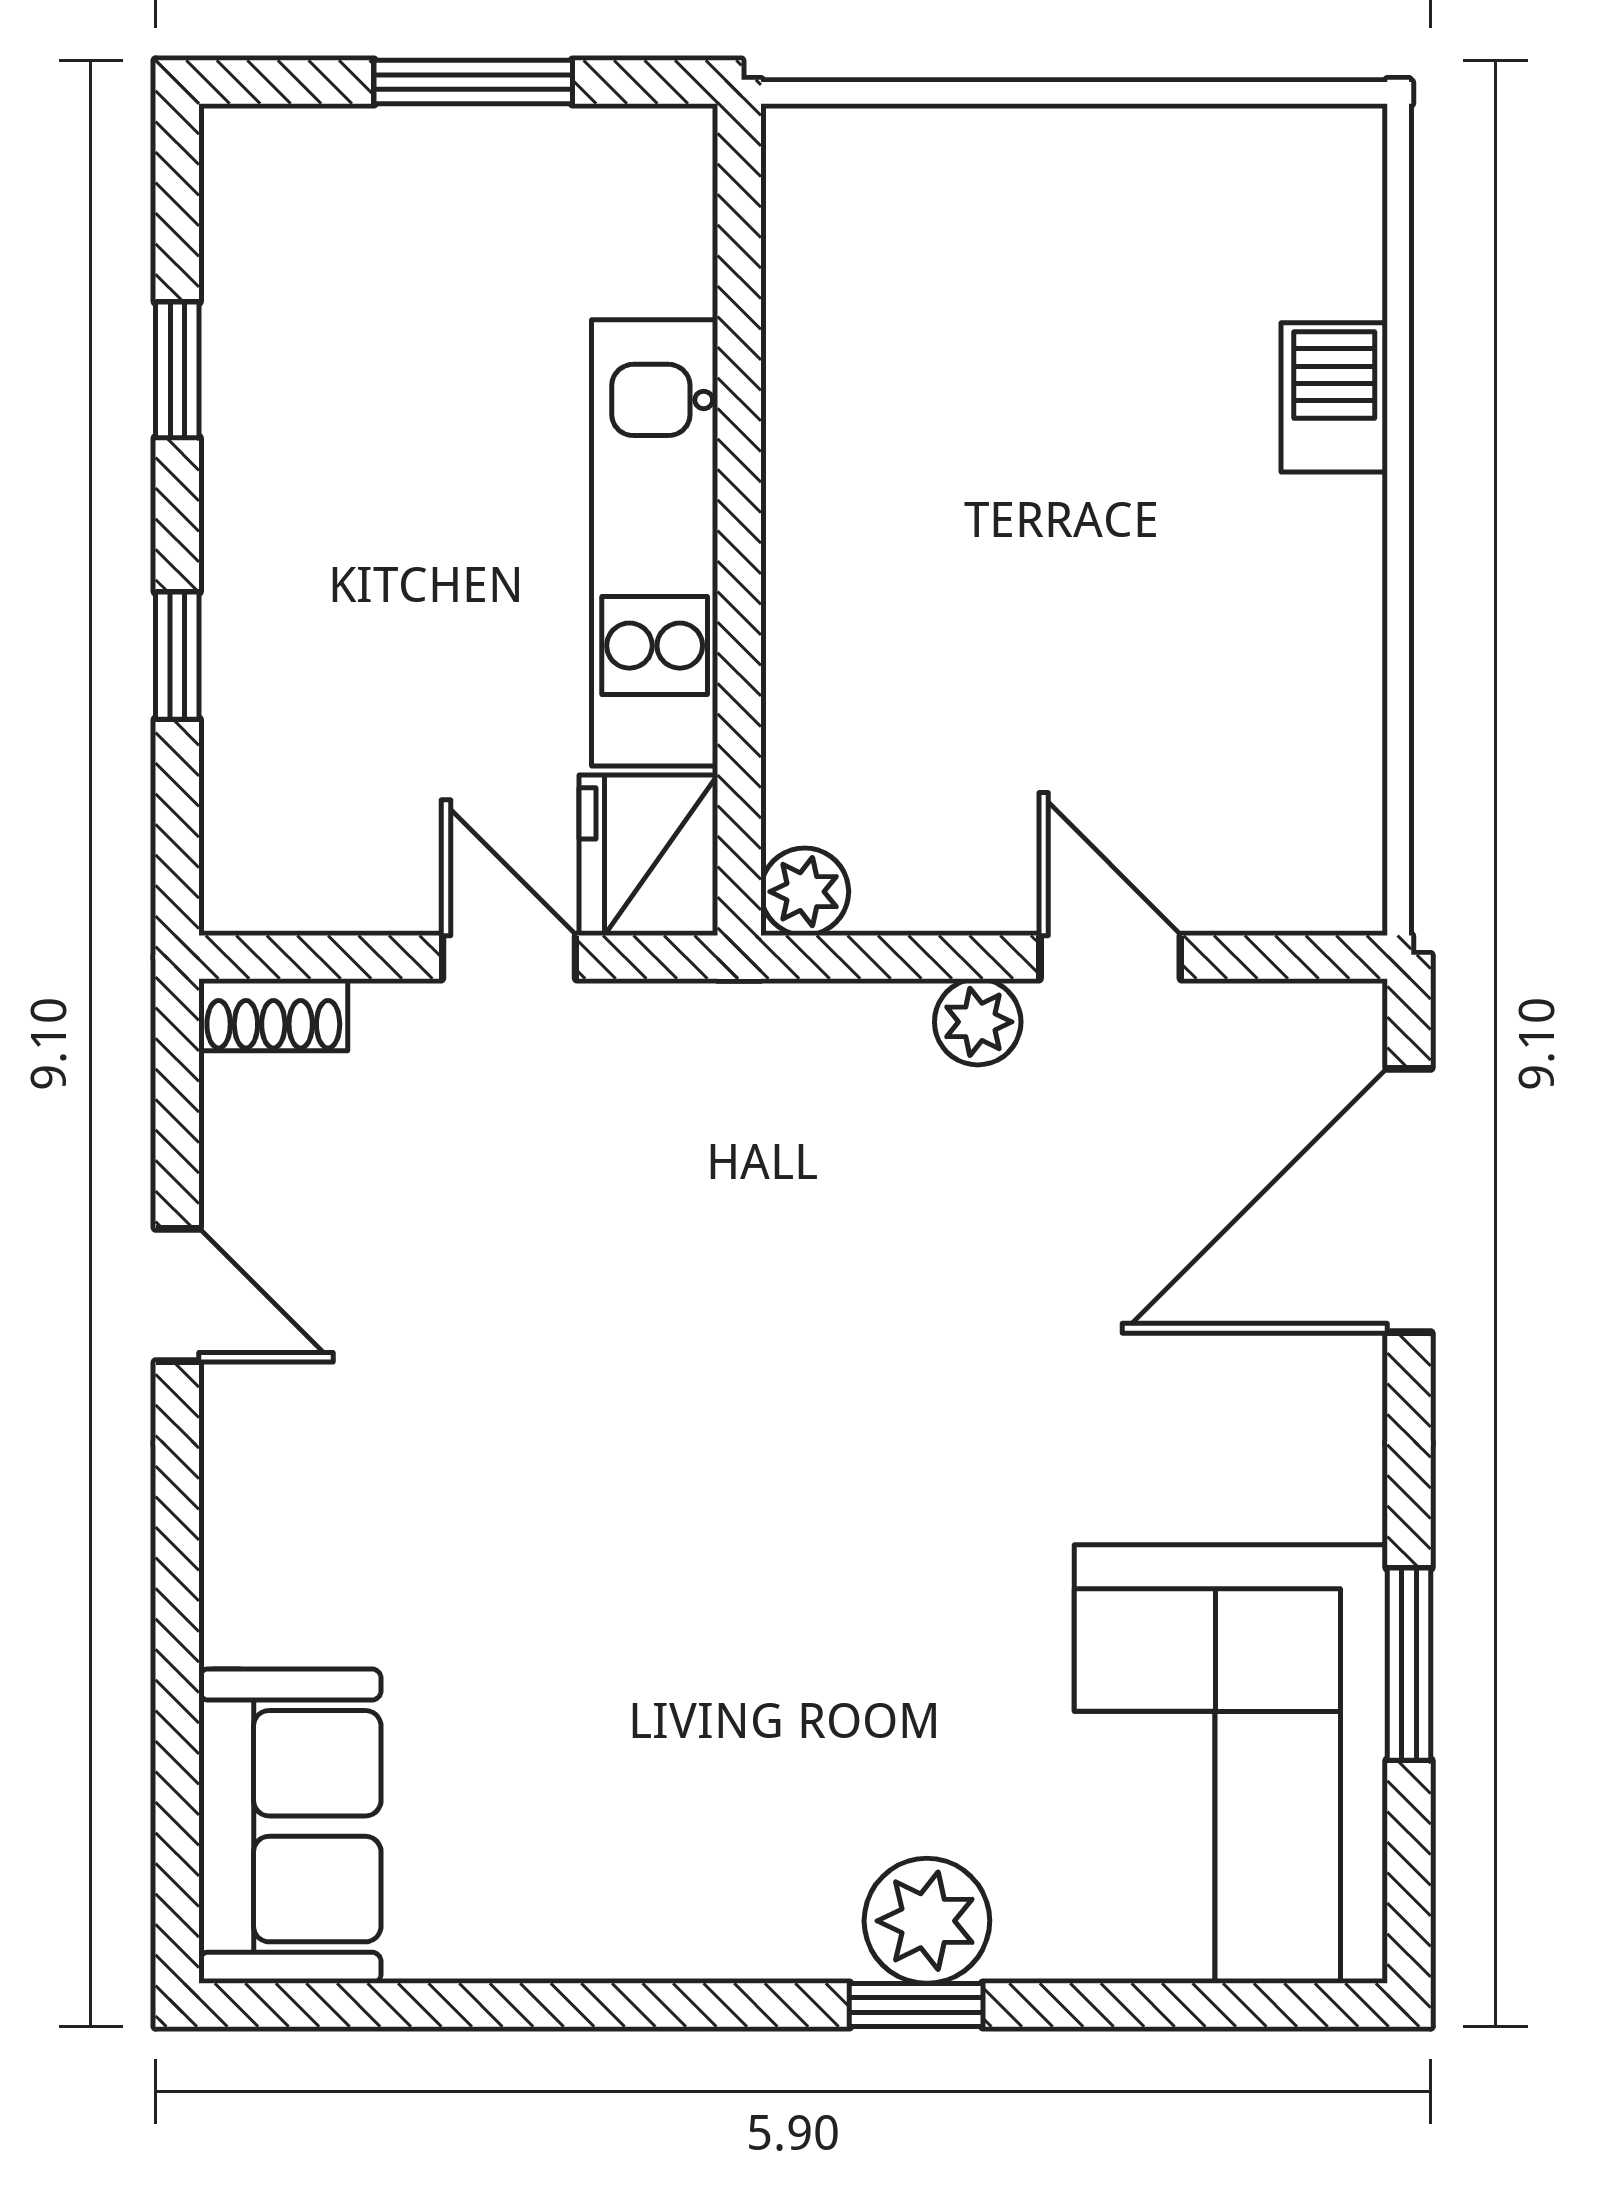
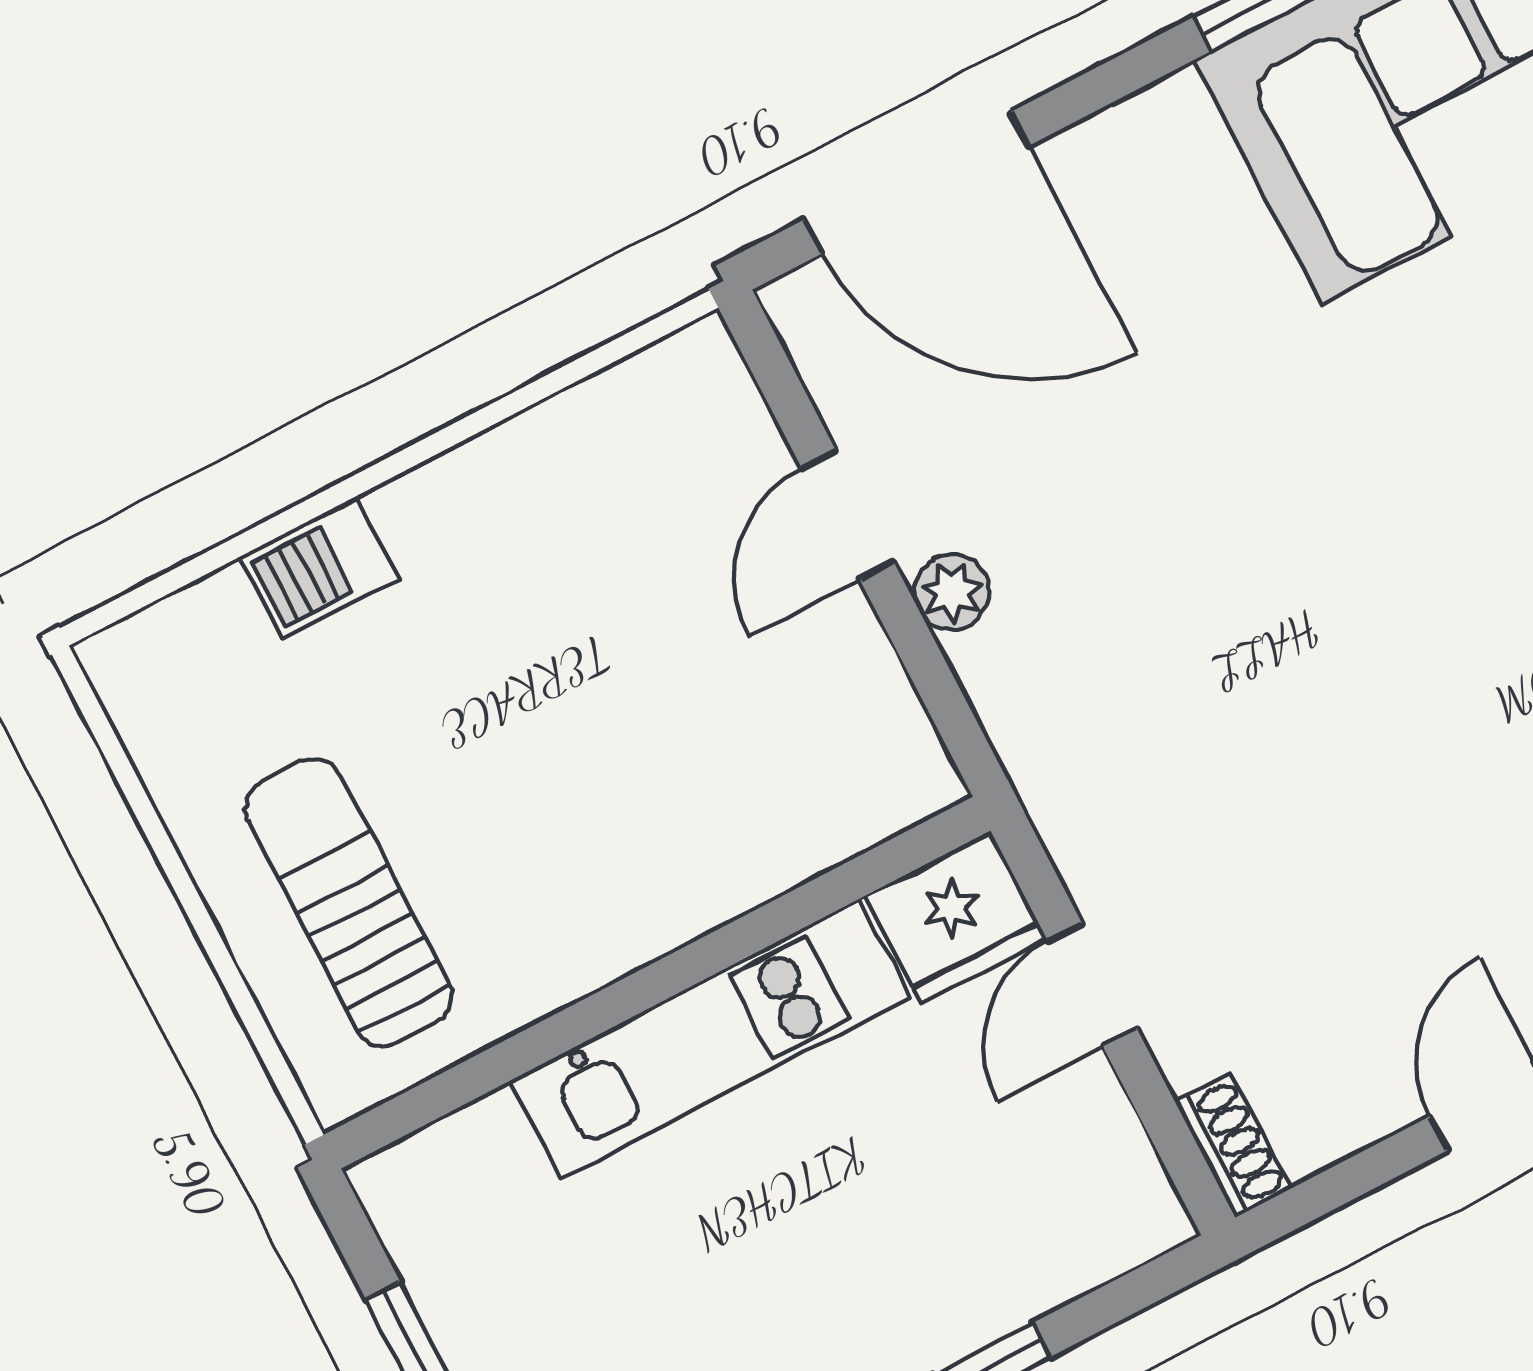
sun lounger: (982, 251) -> (349, 902), added
plant: (805, 892) -> (921, 780), removed

